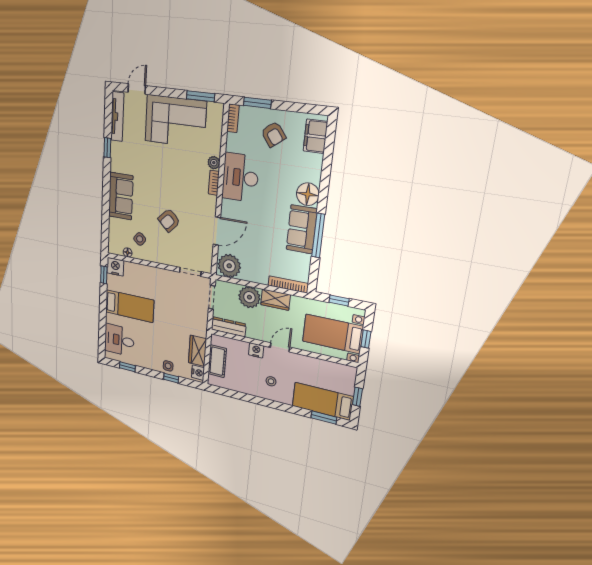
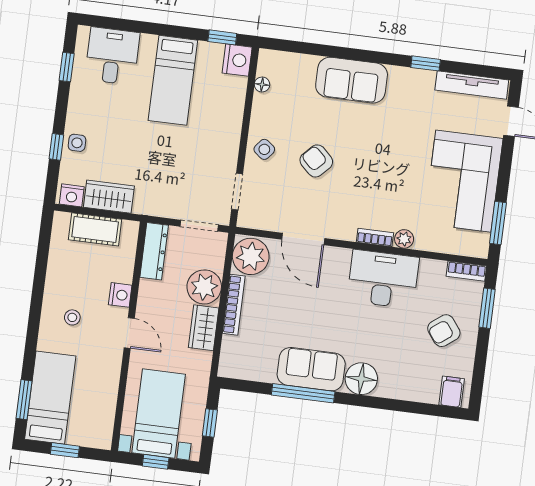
filing cabinet: (315, 136) -> (452, 392), width x0.50
side table: (140, 239) -> (264, 149), moved
bookcase: (288, 284) -> (234, 305), moved

